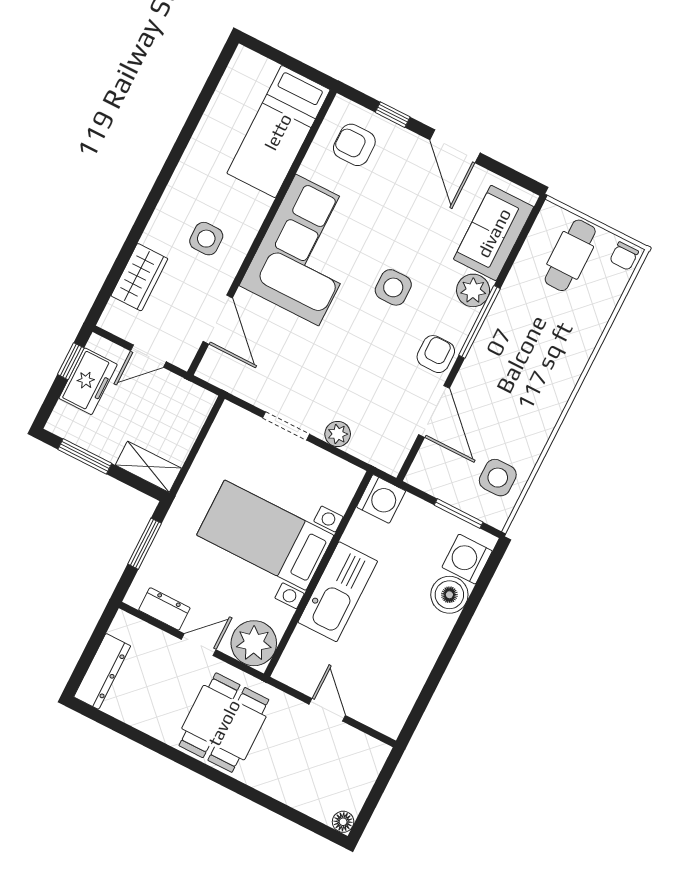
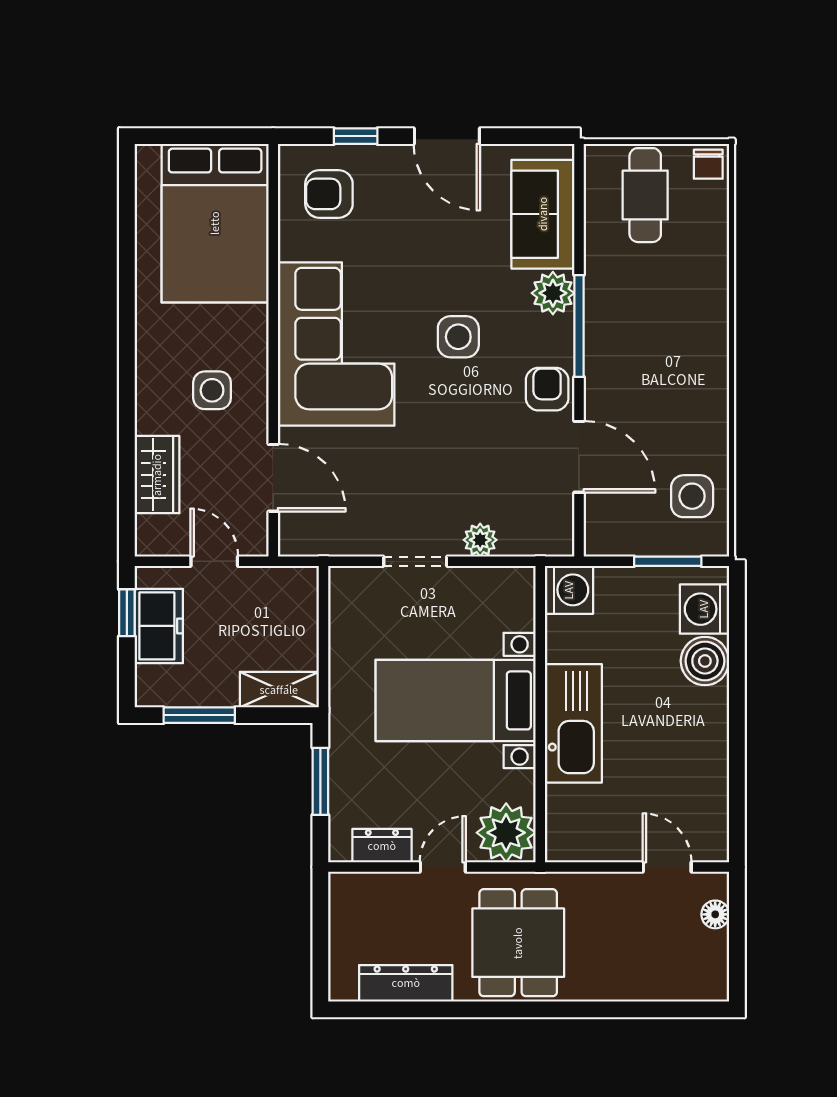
bed: (278, 132) -> (215, 223), width x1.50
door: (148, 356) -> (214, 561), swing flipped
dresser: (102, 671) -> (406, 983), moved, turned -90
door: (327, 710) -> (667, 867), moved
floor lamp: (343, 822) -> (715, 914), moved

